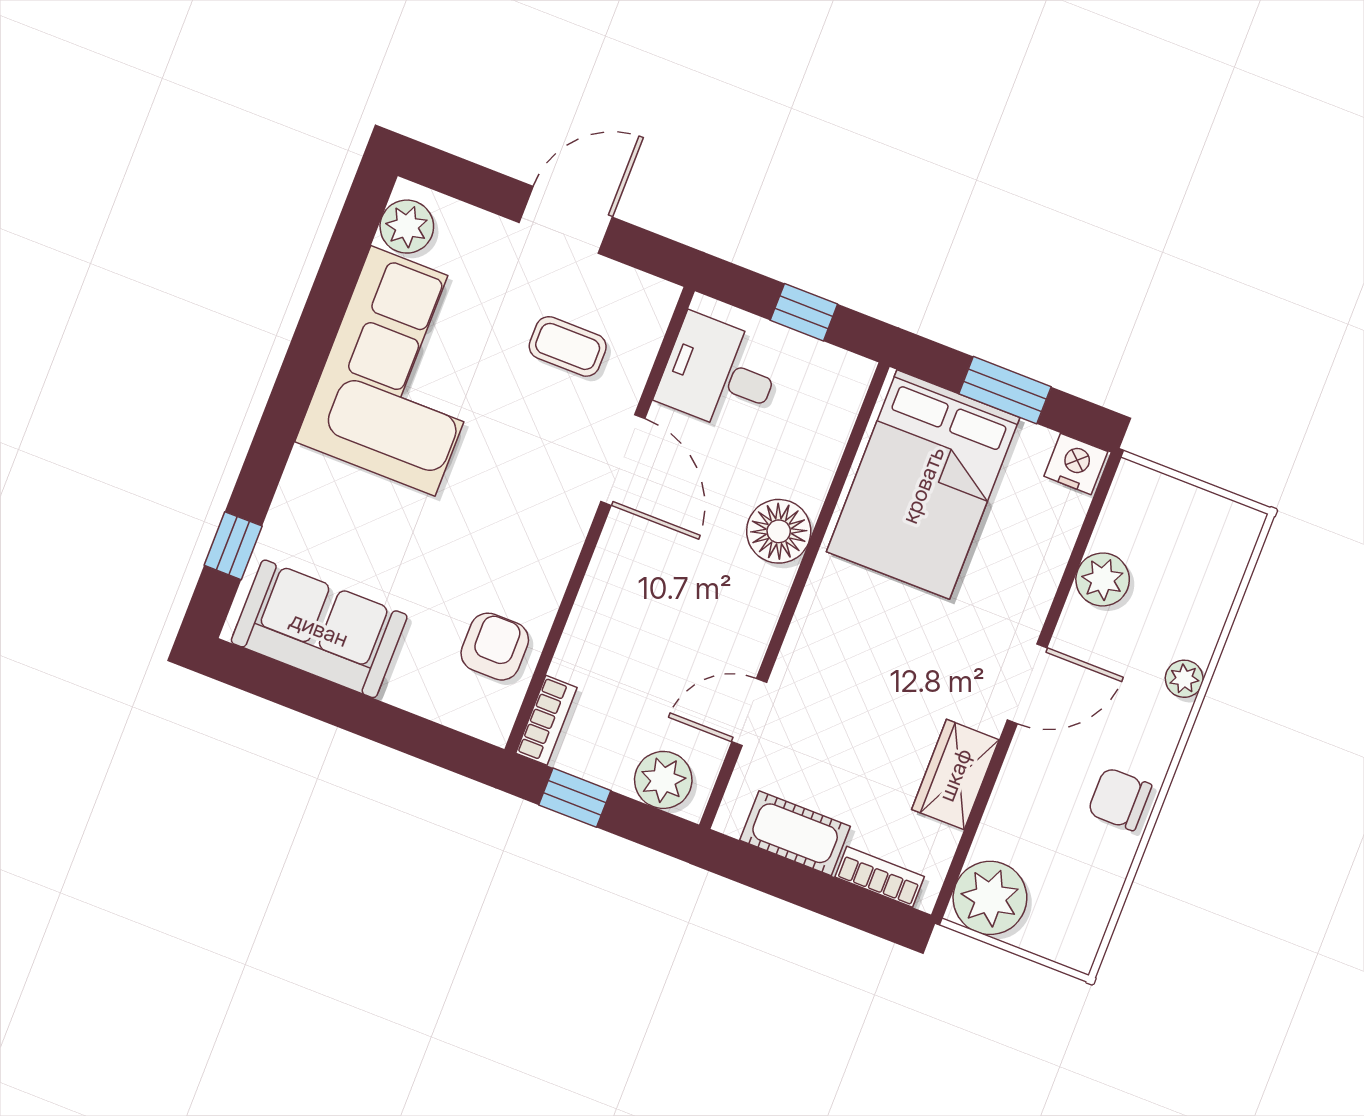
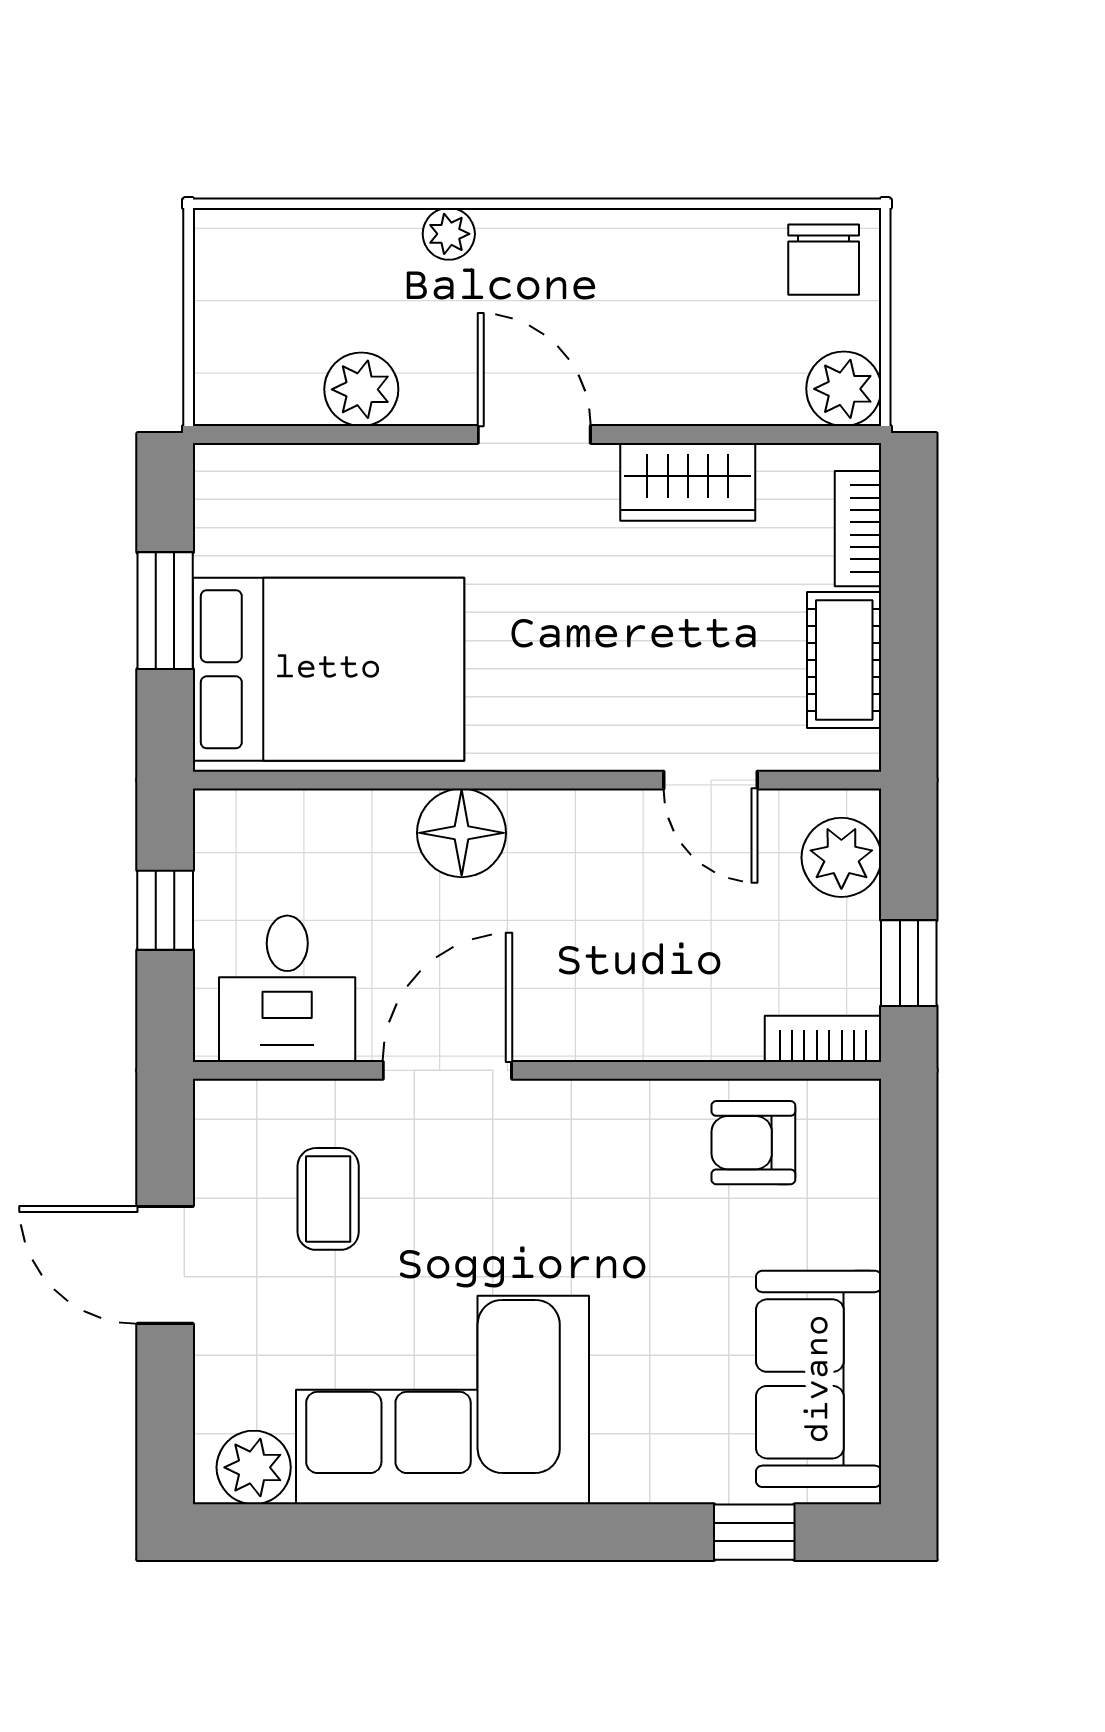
nightstand: (1076, 464) -> (225, 482), removed
chair: (1120, 799) -> (824, 260), moved
plant: (990, 898) -> (844, 389), width x0.73, depth x0.73

